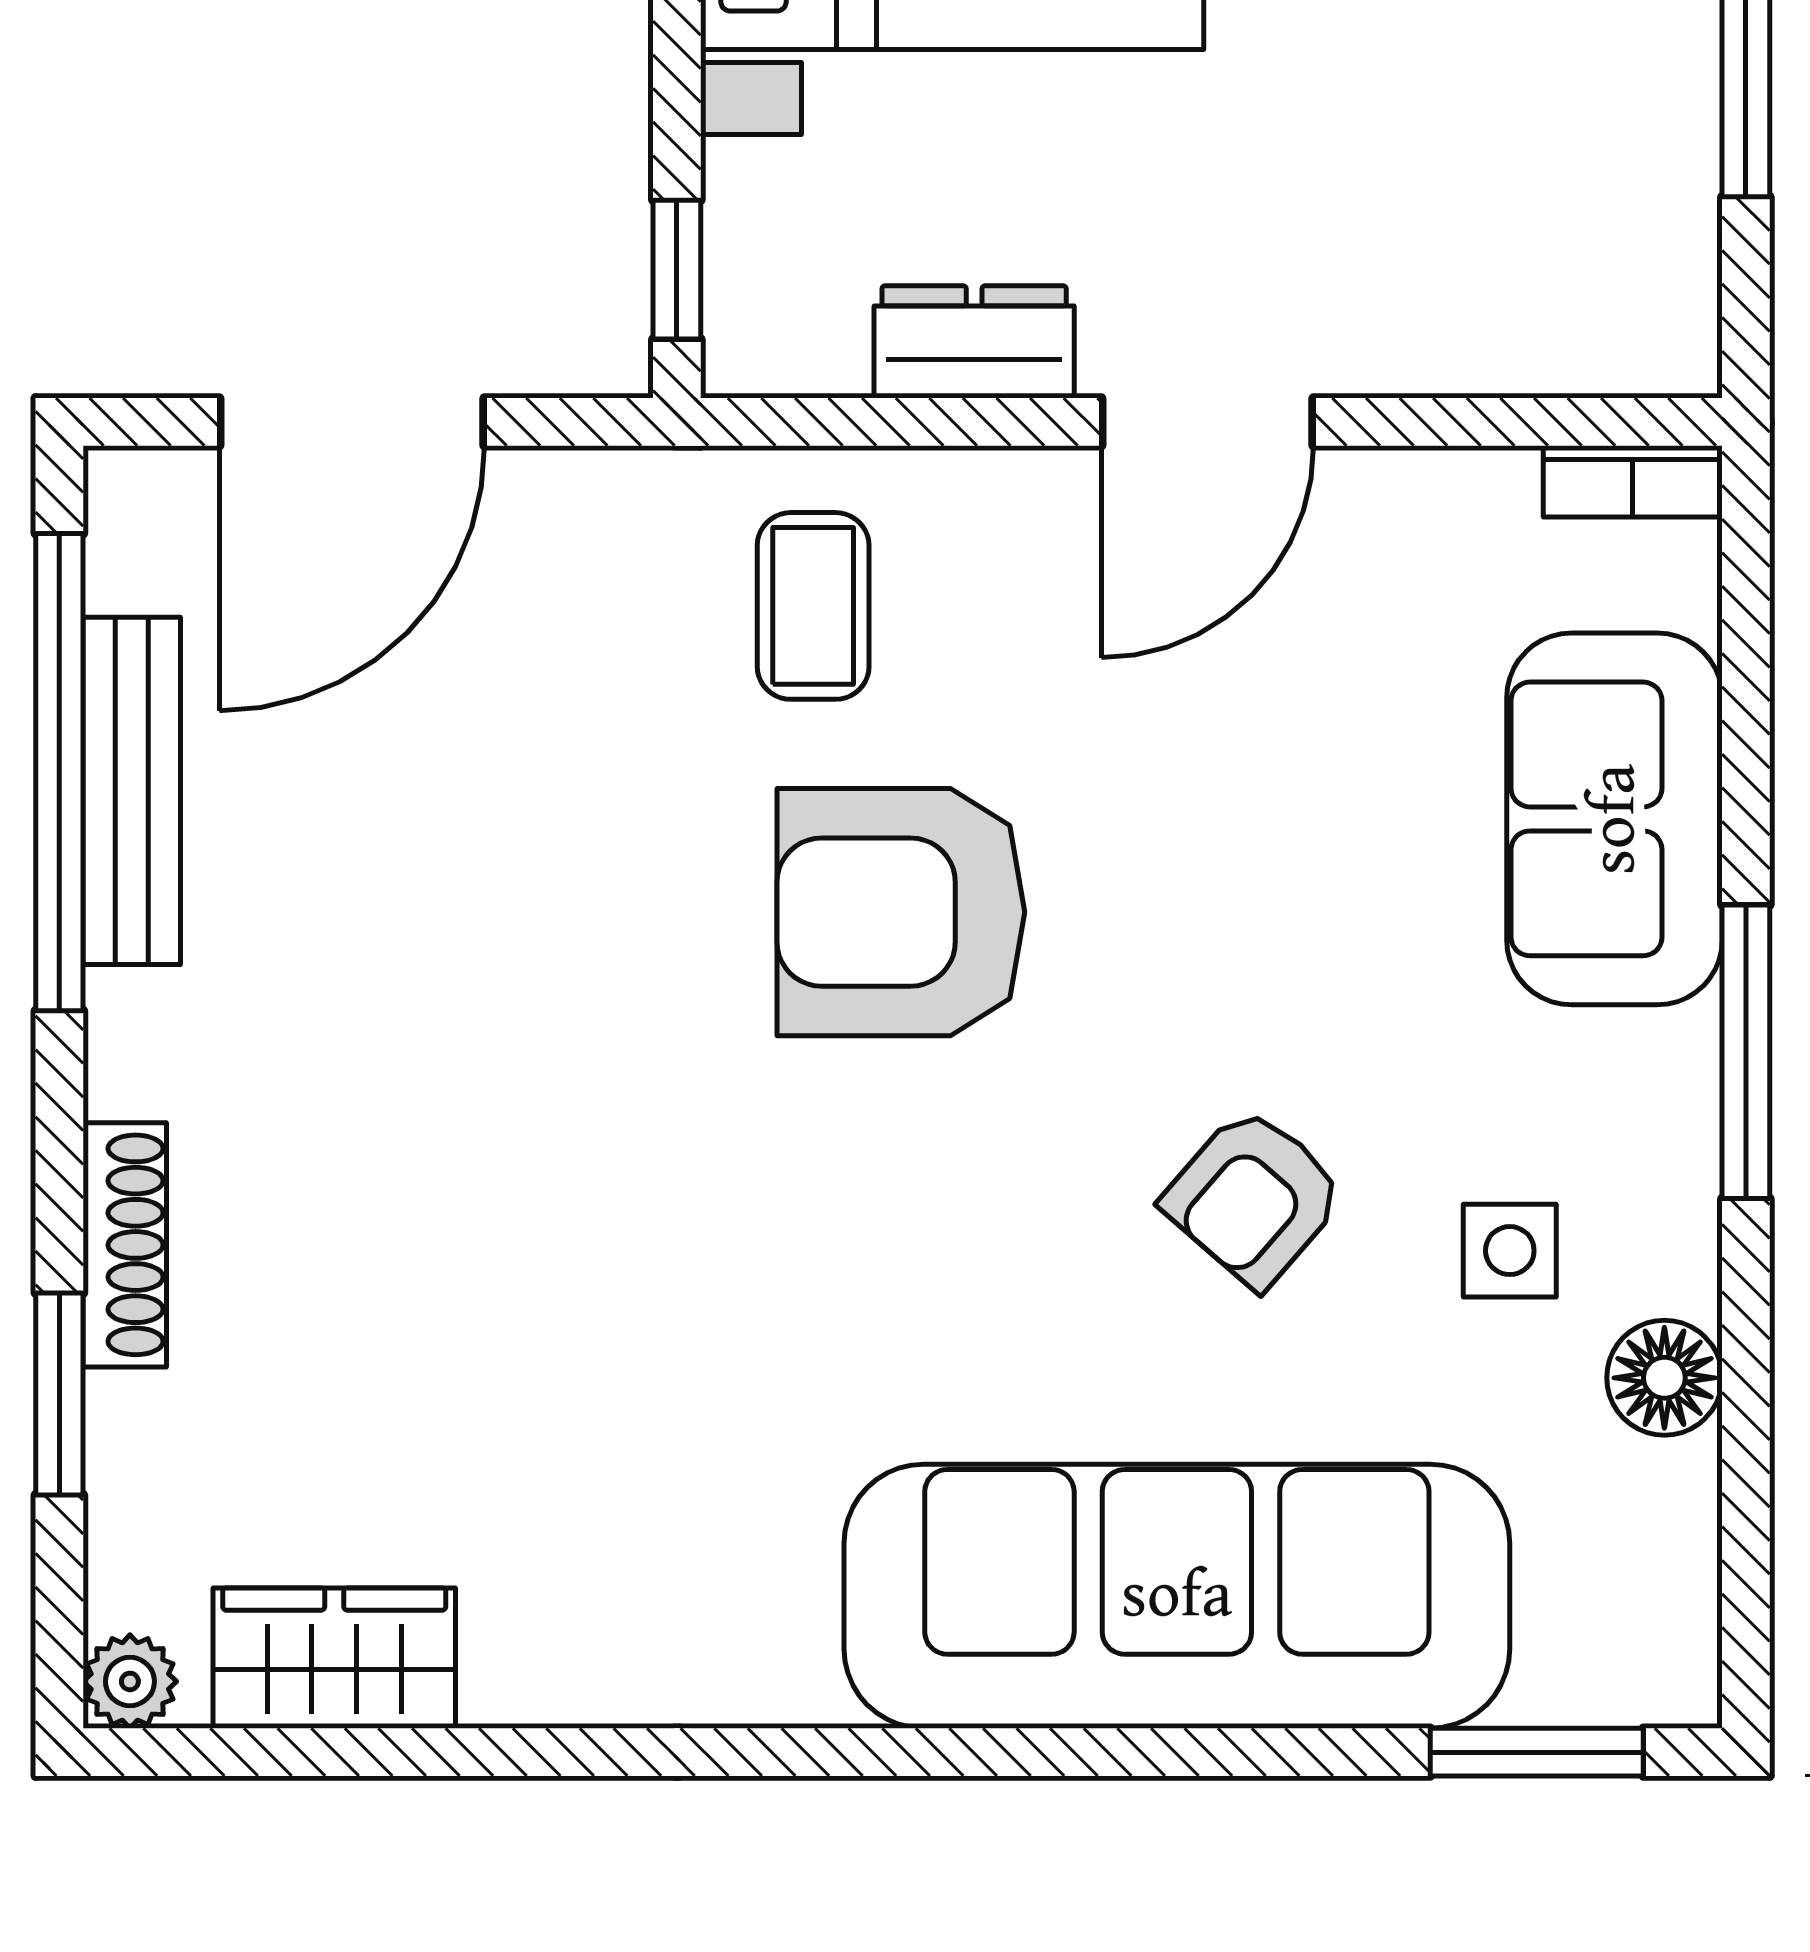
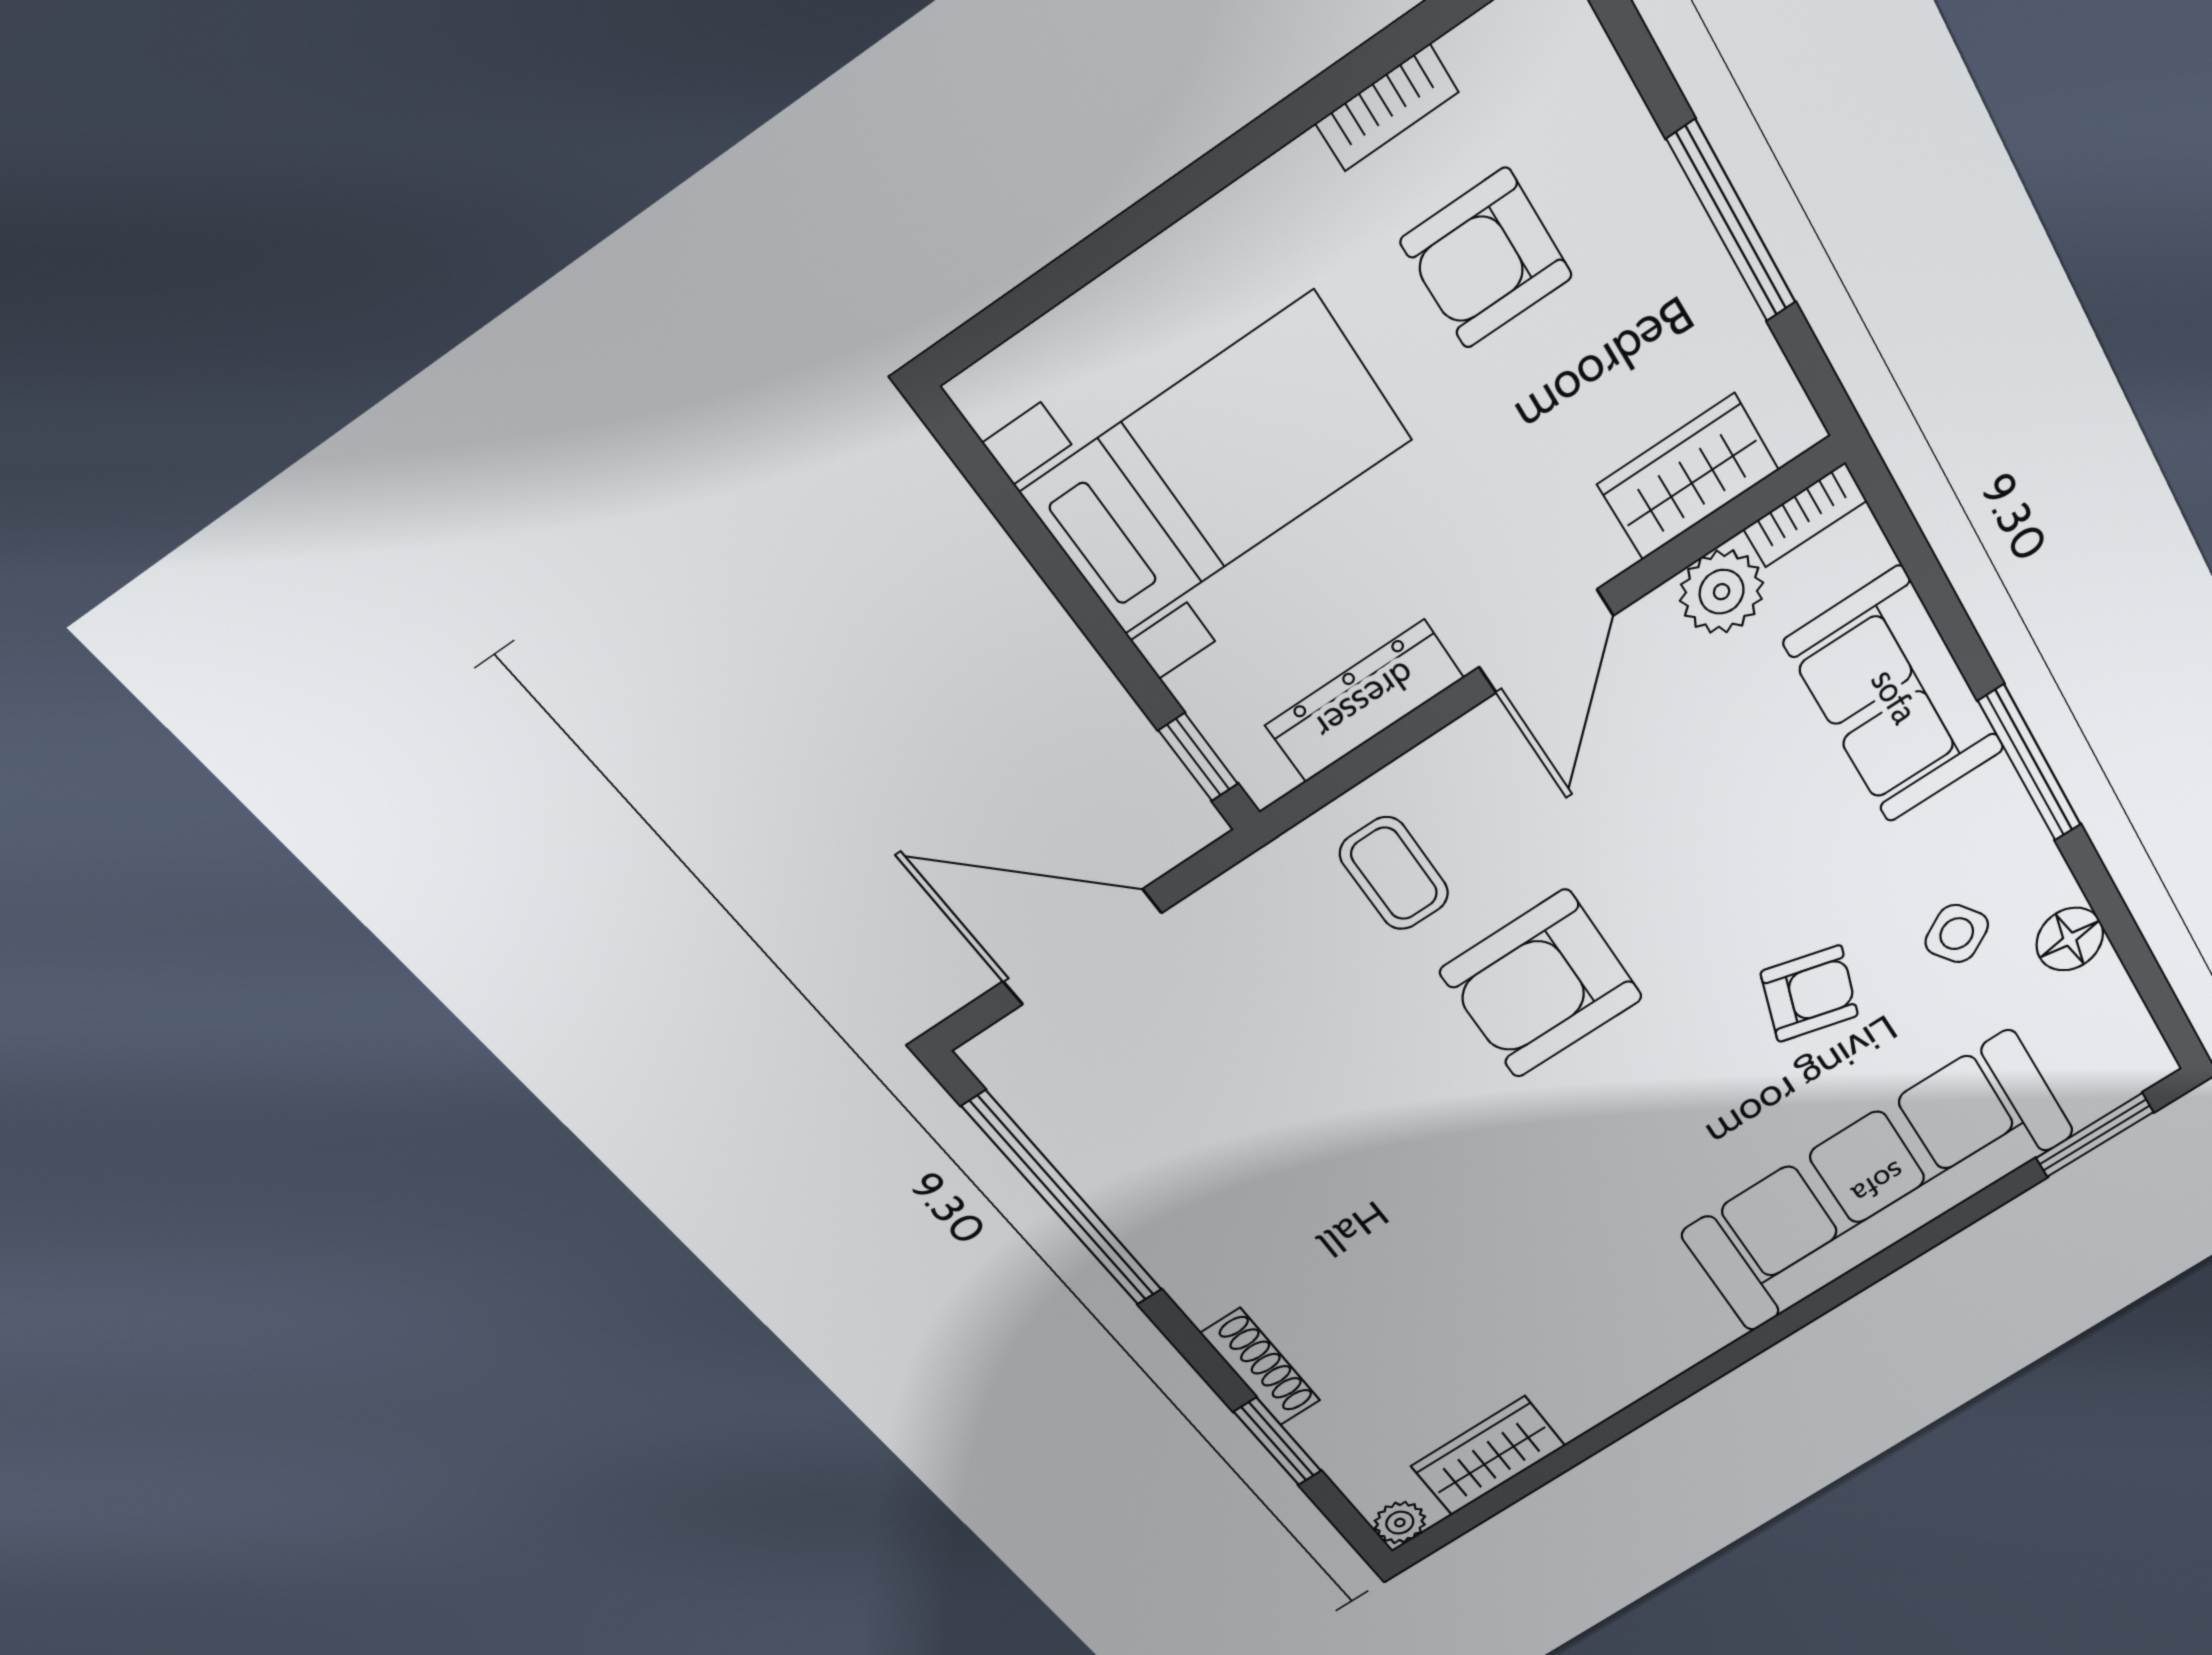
wardrobe: (1513, 329) -> (1688, 477), added
dresser: (974, 342) -> (1365, 701), width x1.44
door: (352, 422) -> (1082, 947), swing flipped
plant: (1469, 511) -> (1722, 592), added
bench: (132, 791) -> (1107, 1184), removed
armchair: (1254, 1197) -> (1809, 994), turned -115
side table: (1510, 1251) -> (1957, 934), turned -33

